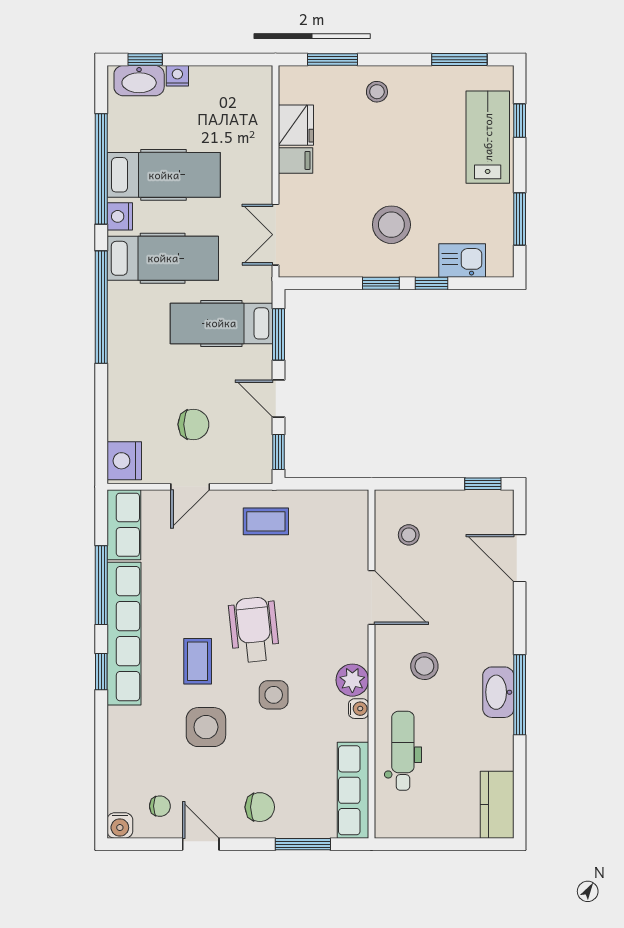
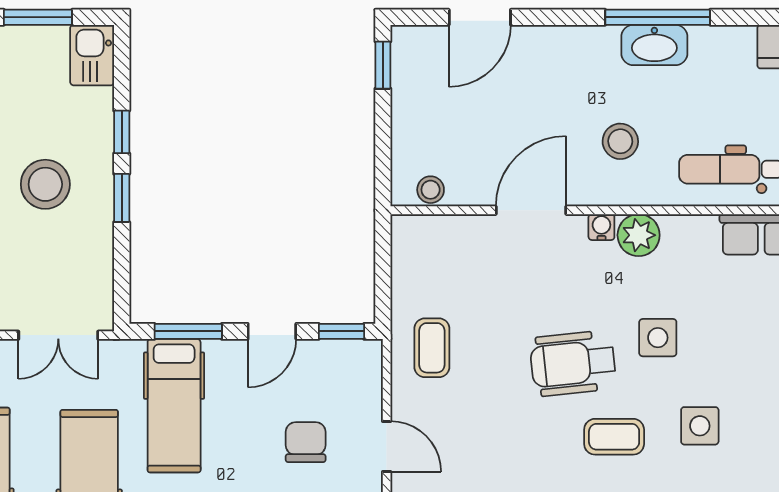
kitchen sink: (462, 261) -> (92, 55), moved
stool: (409, 535) -> (431, 190), moved
water cooler: (359, 709) -> (601, 227), moved
side table: (206, 727) -> (700, 426), width x0.73, depth x0.73

